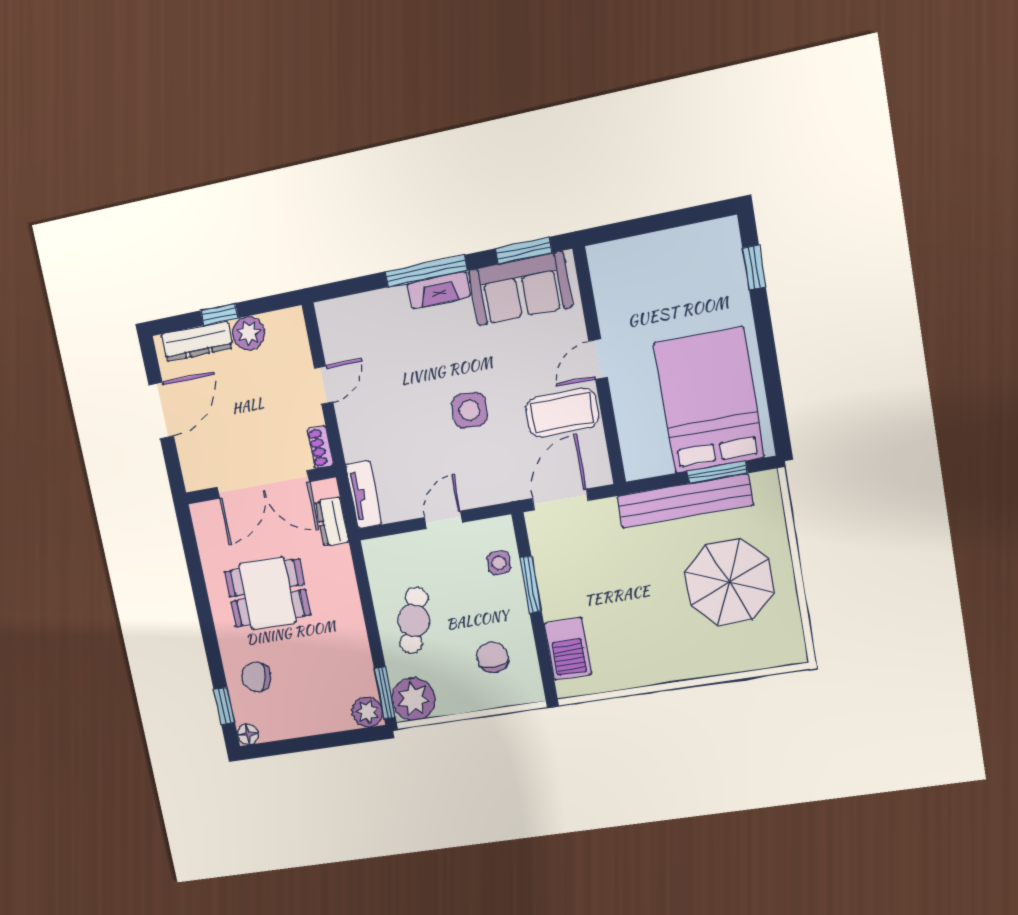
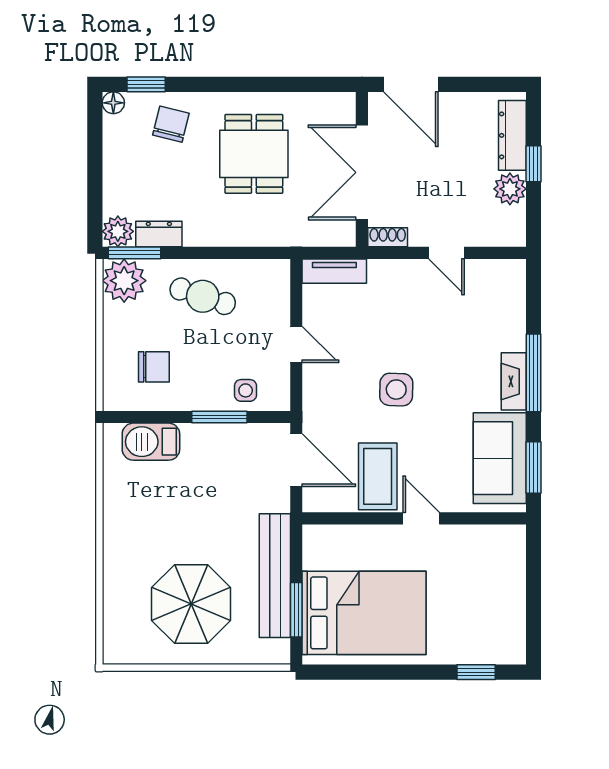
door: (161, 411) -> (411, 84), moved
dresser: (332, 522) -> (159, 234), moved

